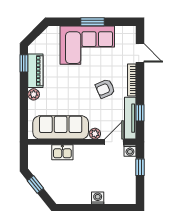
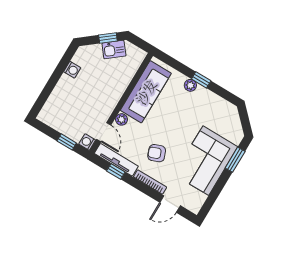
window: (93, 22) -> (235, 160), moved
window: (24, 63) -> (201, 80), moved
piano: (35, 71) -> (211, 100), removed
armchair: (105, 89) -> (157, 153), turned -88
kitchen sink: (62, 152) -> (114, 50), moved, turned -129
washing machine: (98, 198) -> (72, 70), moved

